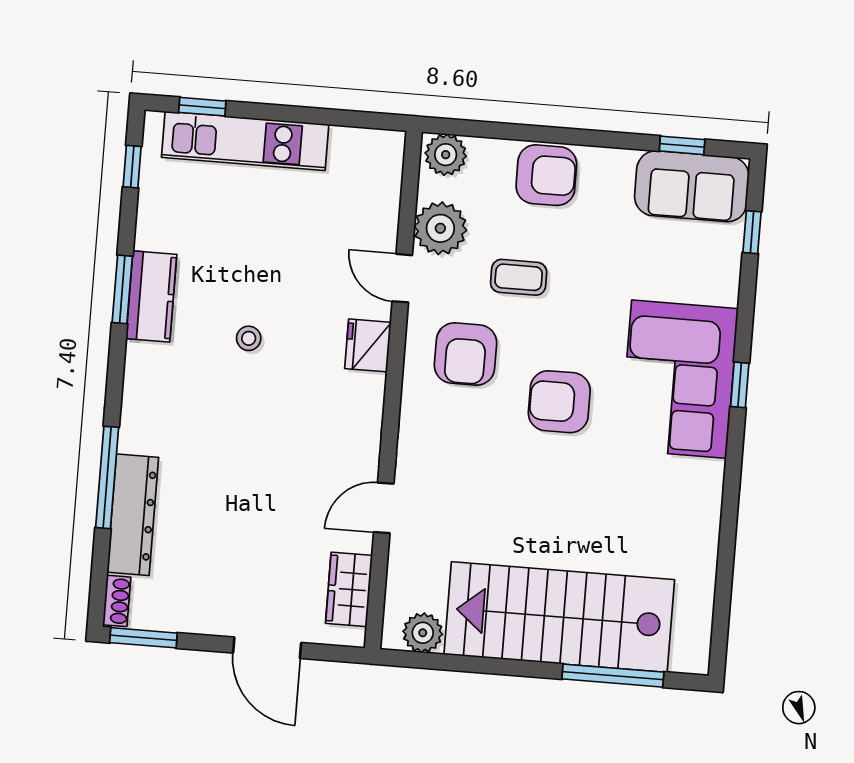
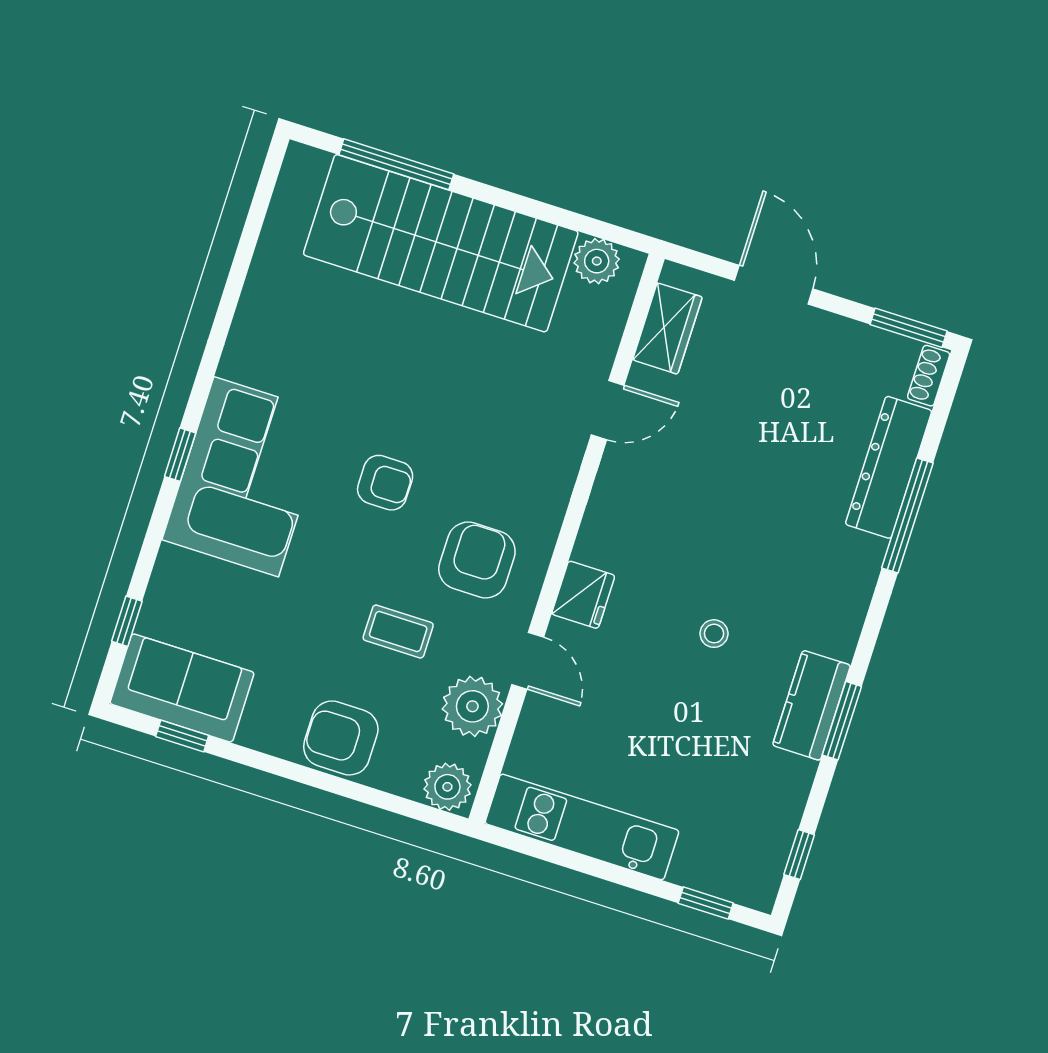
kitchen unit: (245, 141) -> (582, 827), moved
armchair: (559, 402) -> (385, 483), width x0.72, depth x0.72

